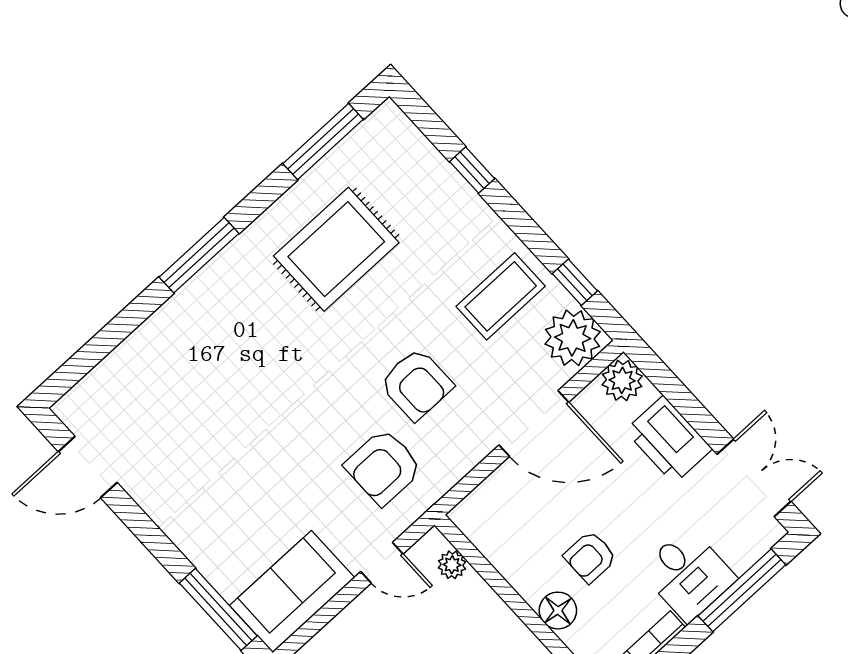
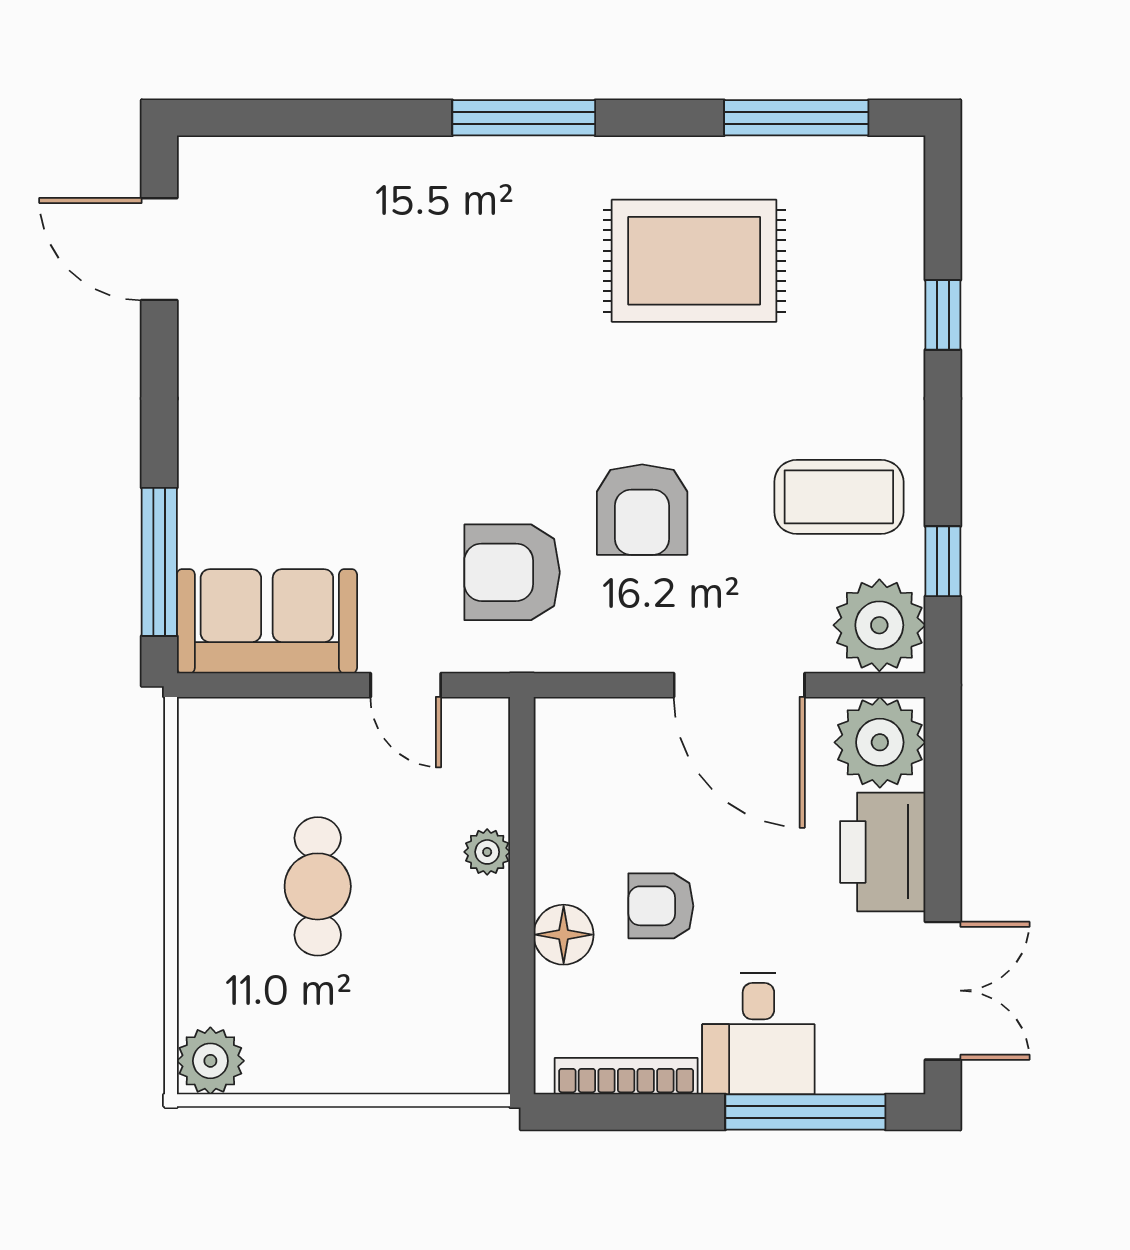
plant: (622, 380) -> (880, 742), width x1.36, depth x1.36
plant: (452, 565) -> (487, 852), moved

